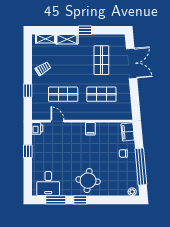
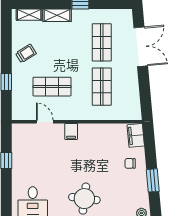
shop shelf: (101, 94) -> (102, 87), turned 90
printer: (37, 128) -> (19, 131), removed
filing cabinet: (90, 129) -> (71, 131), moved
window: (141, 167) -> (153, 180), width x0.47

